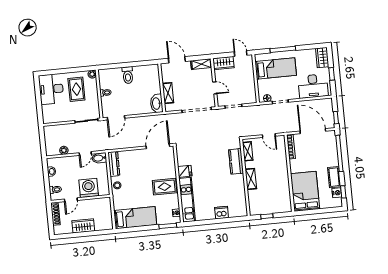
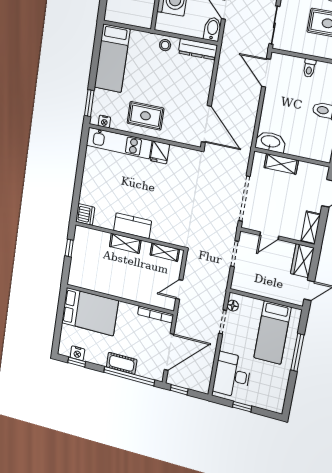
wardrobe: (322, 58) -> (269, 403), removed
kitchen counter: (236, 161) -> (133, 226), moved
cot: (334, 177) -> (122, 363), moved
rug: (165, 187) -> (145, 116), turned 90
dishwasher: (222, 213) -> (85, 214), moved

